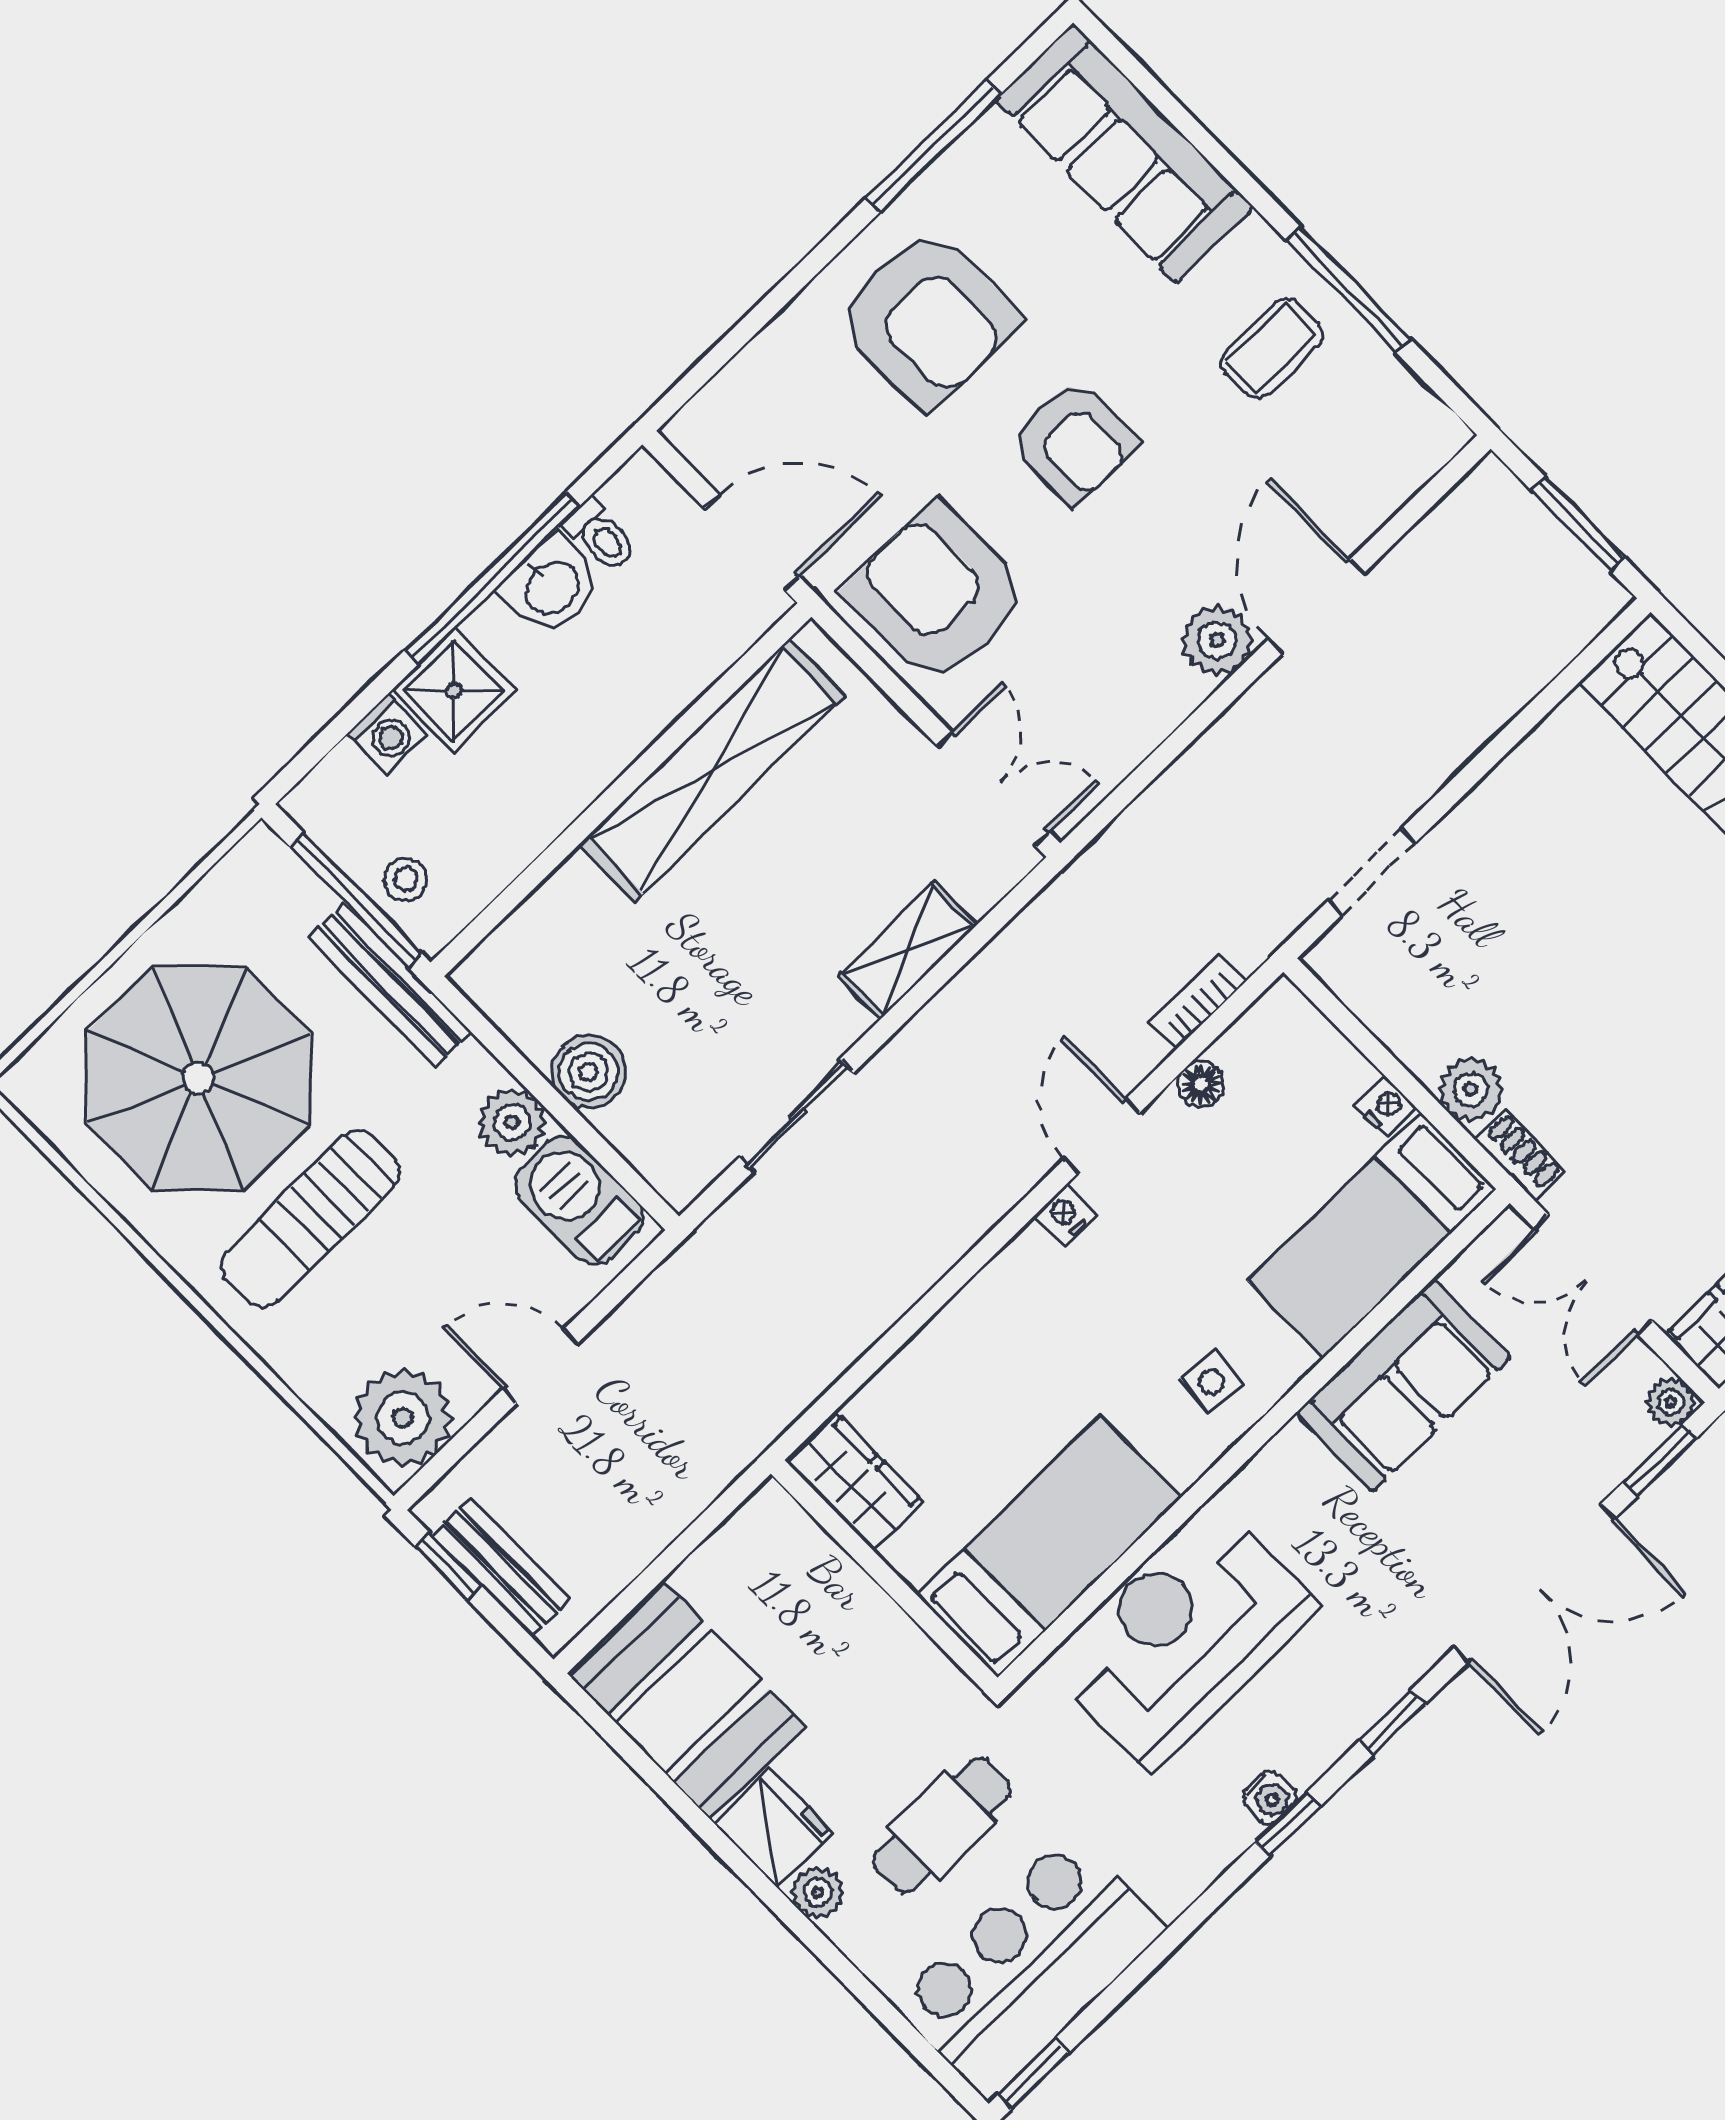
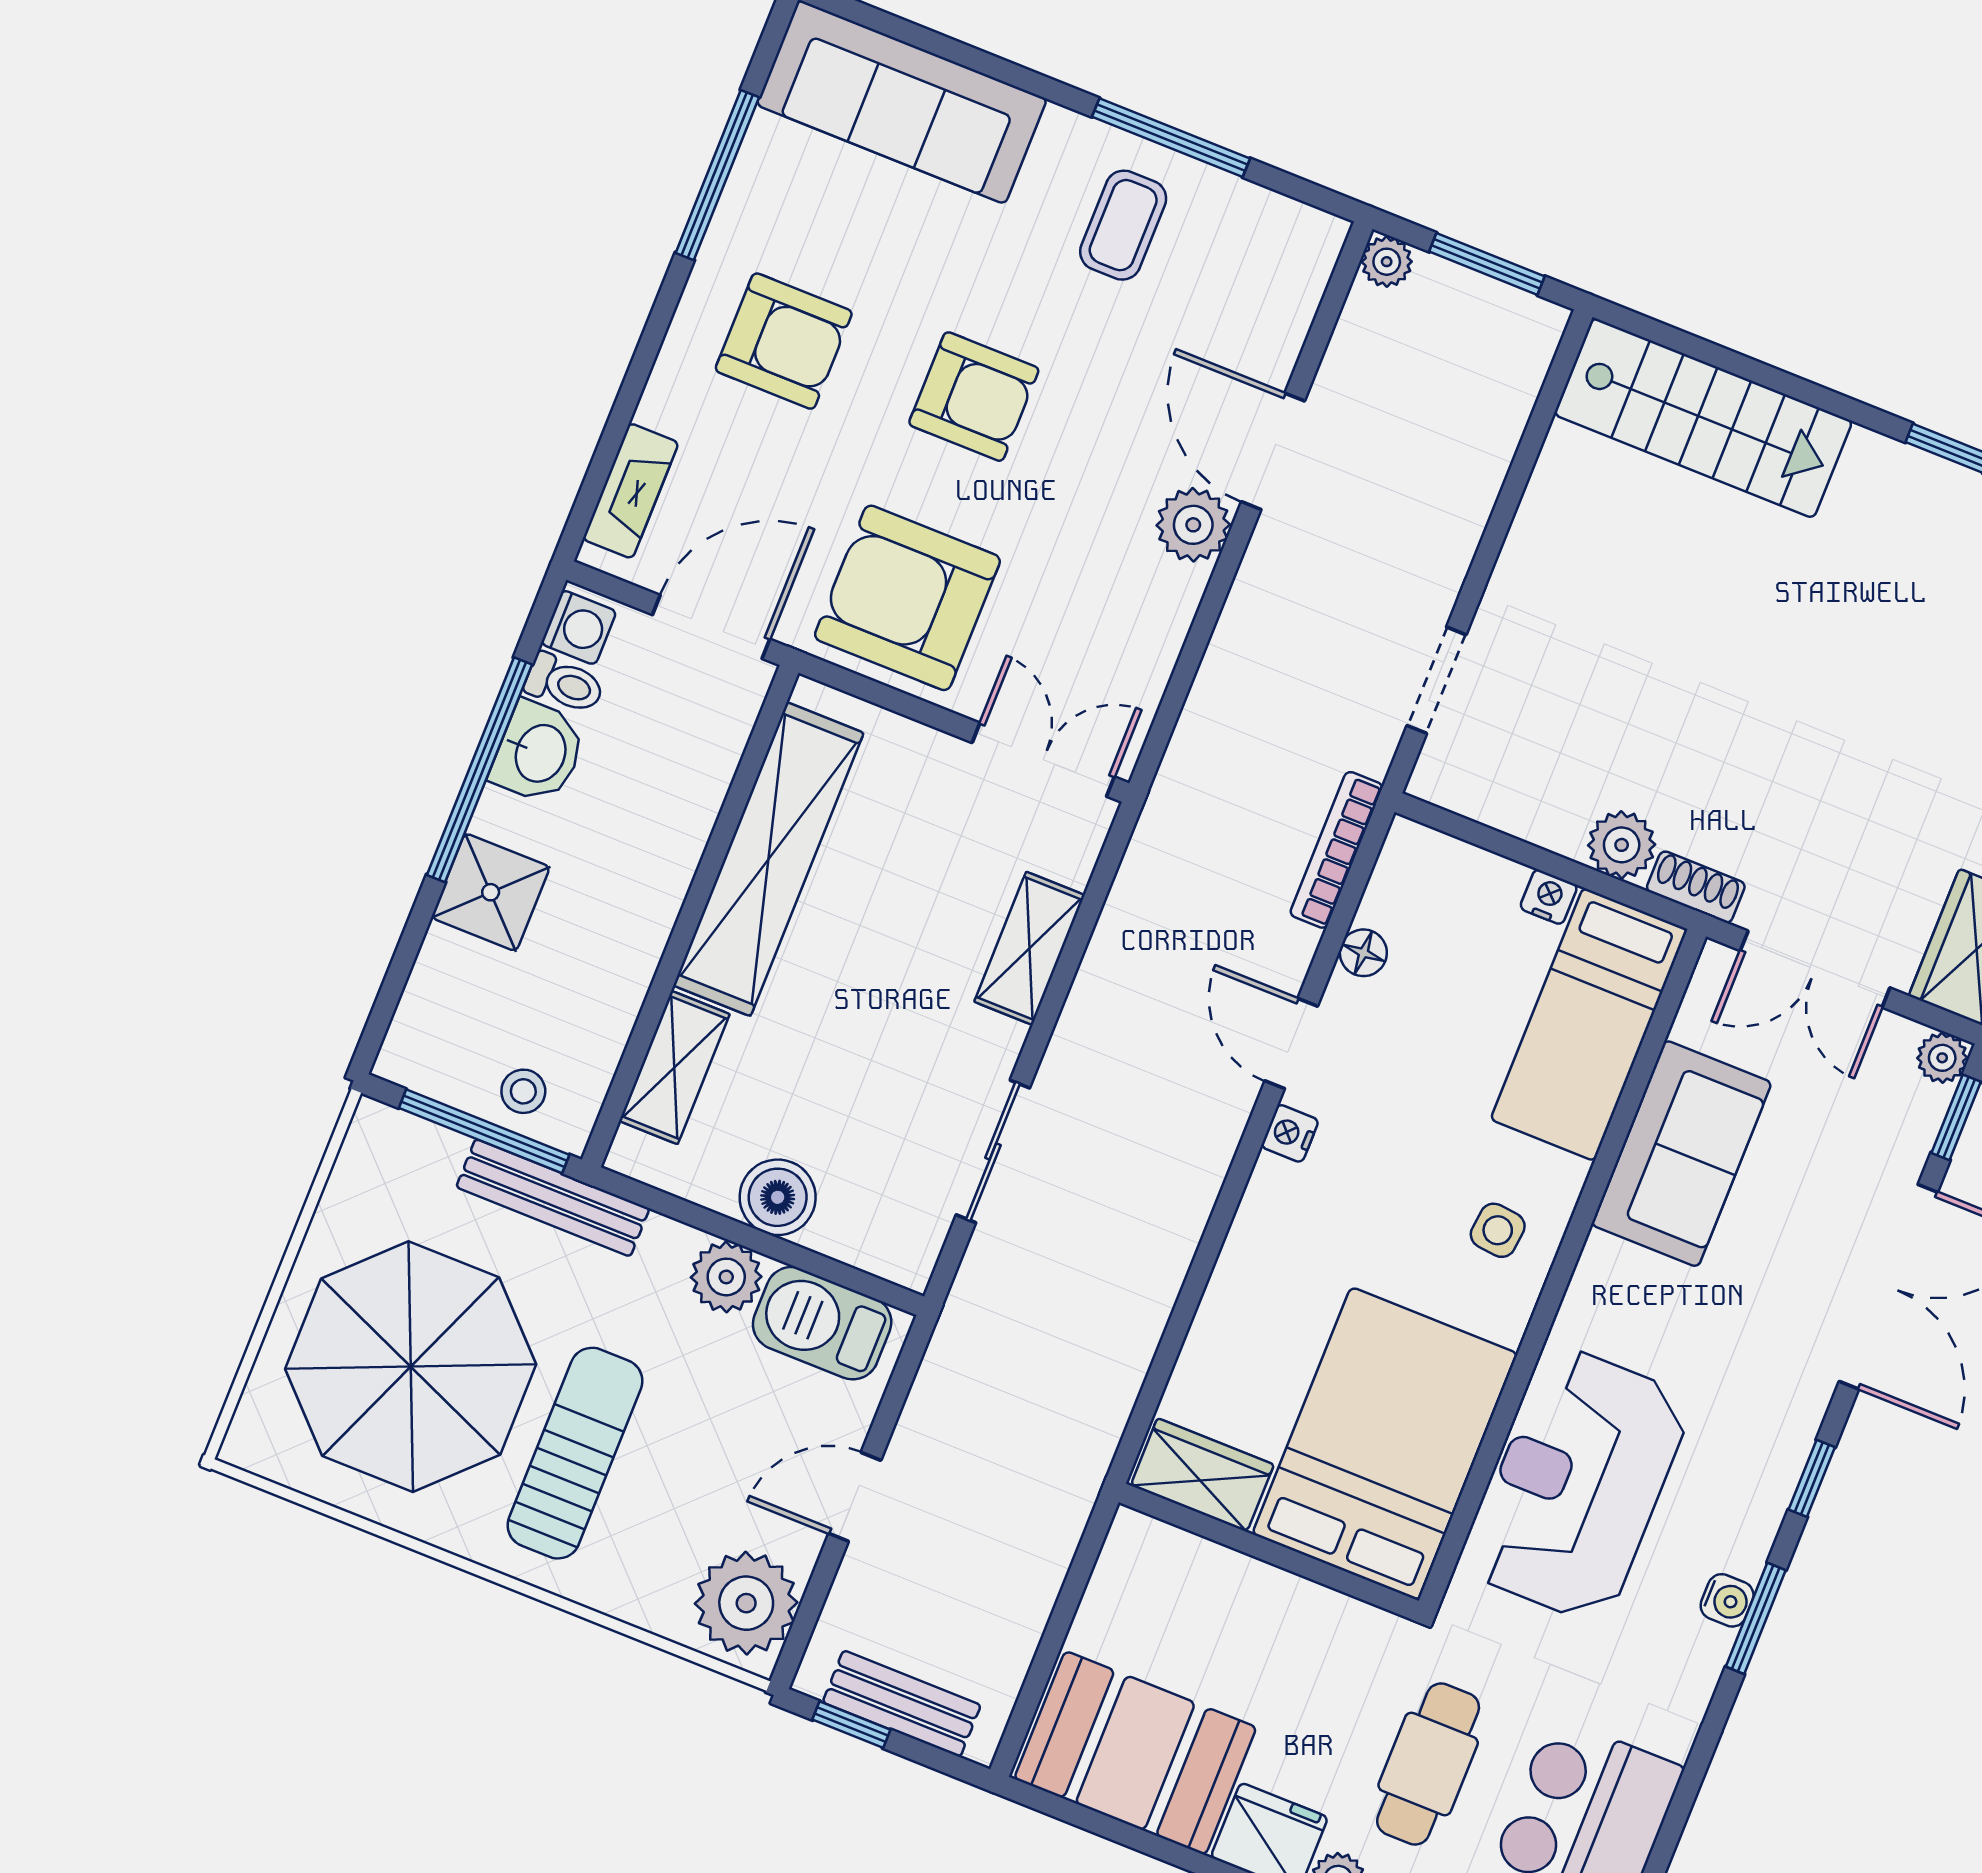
armchair: (927, 318) -> (784, 341), width x0.73, depth x0.73
fireplace: (734, 391) -> (631, 491), added
plant: (1490, 483) -> (1387, 262), added
washing machine: (387, 734) -> (579, 627), moved
shelving: (548, 917) -> (674, 1067), added
bookcase: (1198, 1002) -> (1336, 850), width x1.56
sun lounger: (310, 1219) -> (575, 1453), turned 180
bed: (1049, 1546) -> (1385, 1444), width x1.50
window: (1288, 1824) -> (1756, 1618), width x1.50

